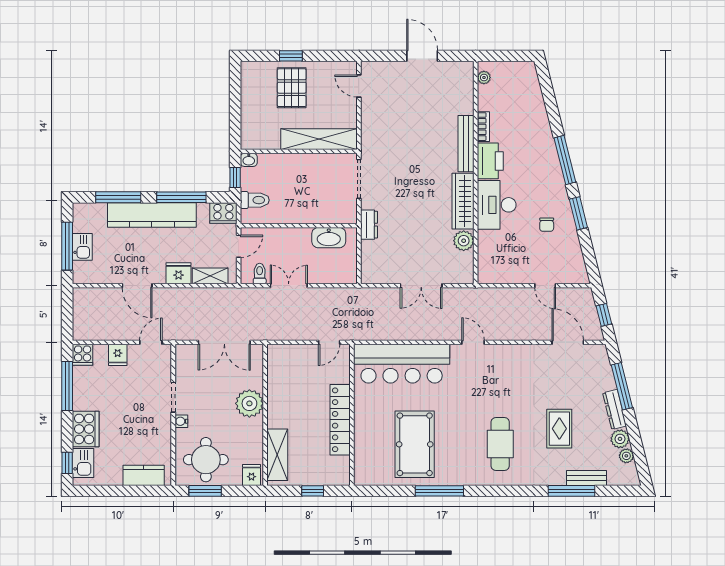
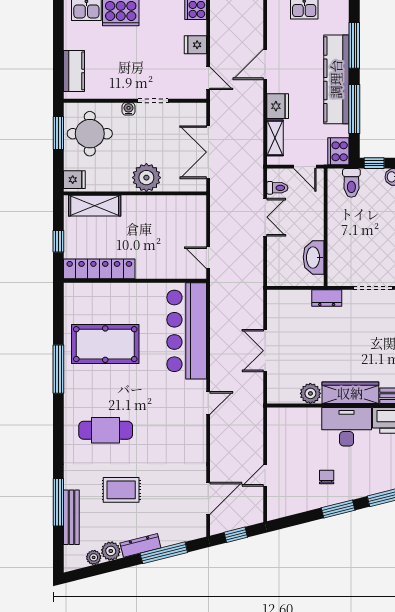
chair: (547, 225) -> (327, 477), turned 90
locker: (340, 420) -> (99, 269), moved
bench: (586, 478) -> (71, 517), width x1.36

